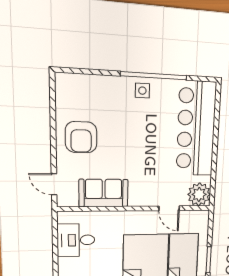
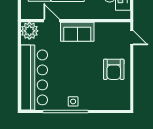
armchair: (81, 137) -> (114, 69), turned 180
sofa: (104, 193) -> (77, 32), moved

